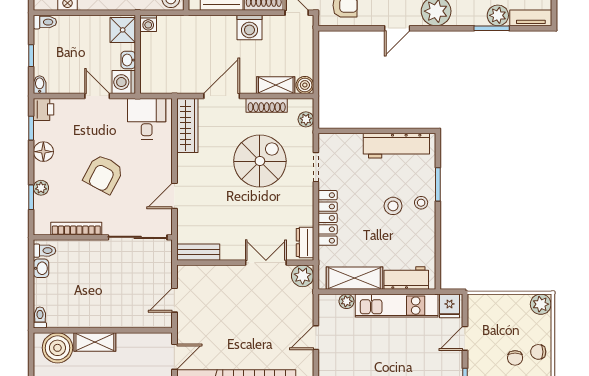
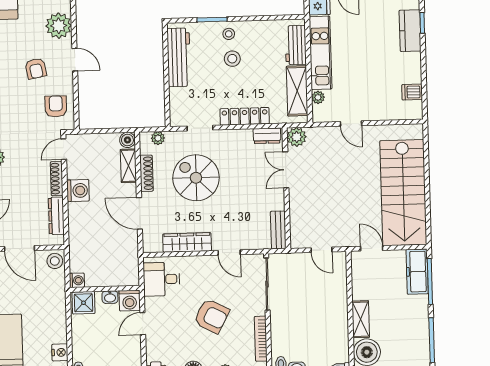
wardrobe: (187, 126) -> (187, 242), moved

